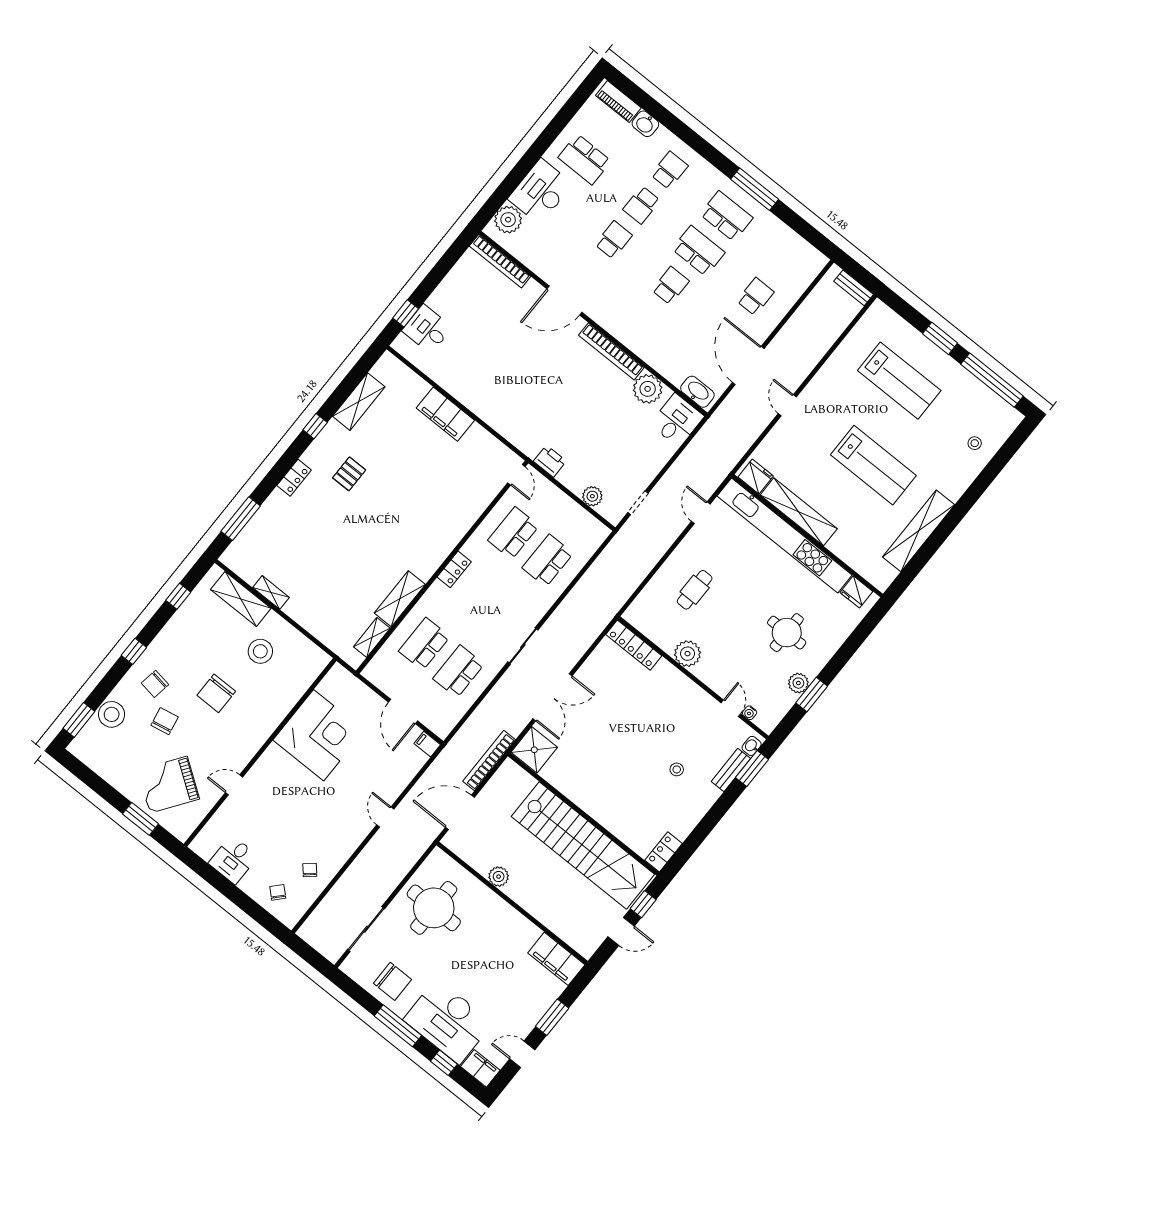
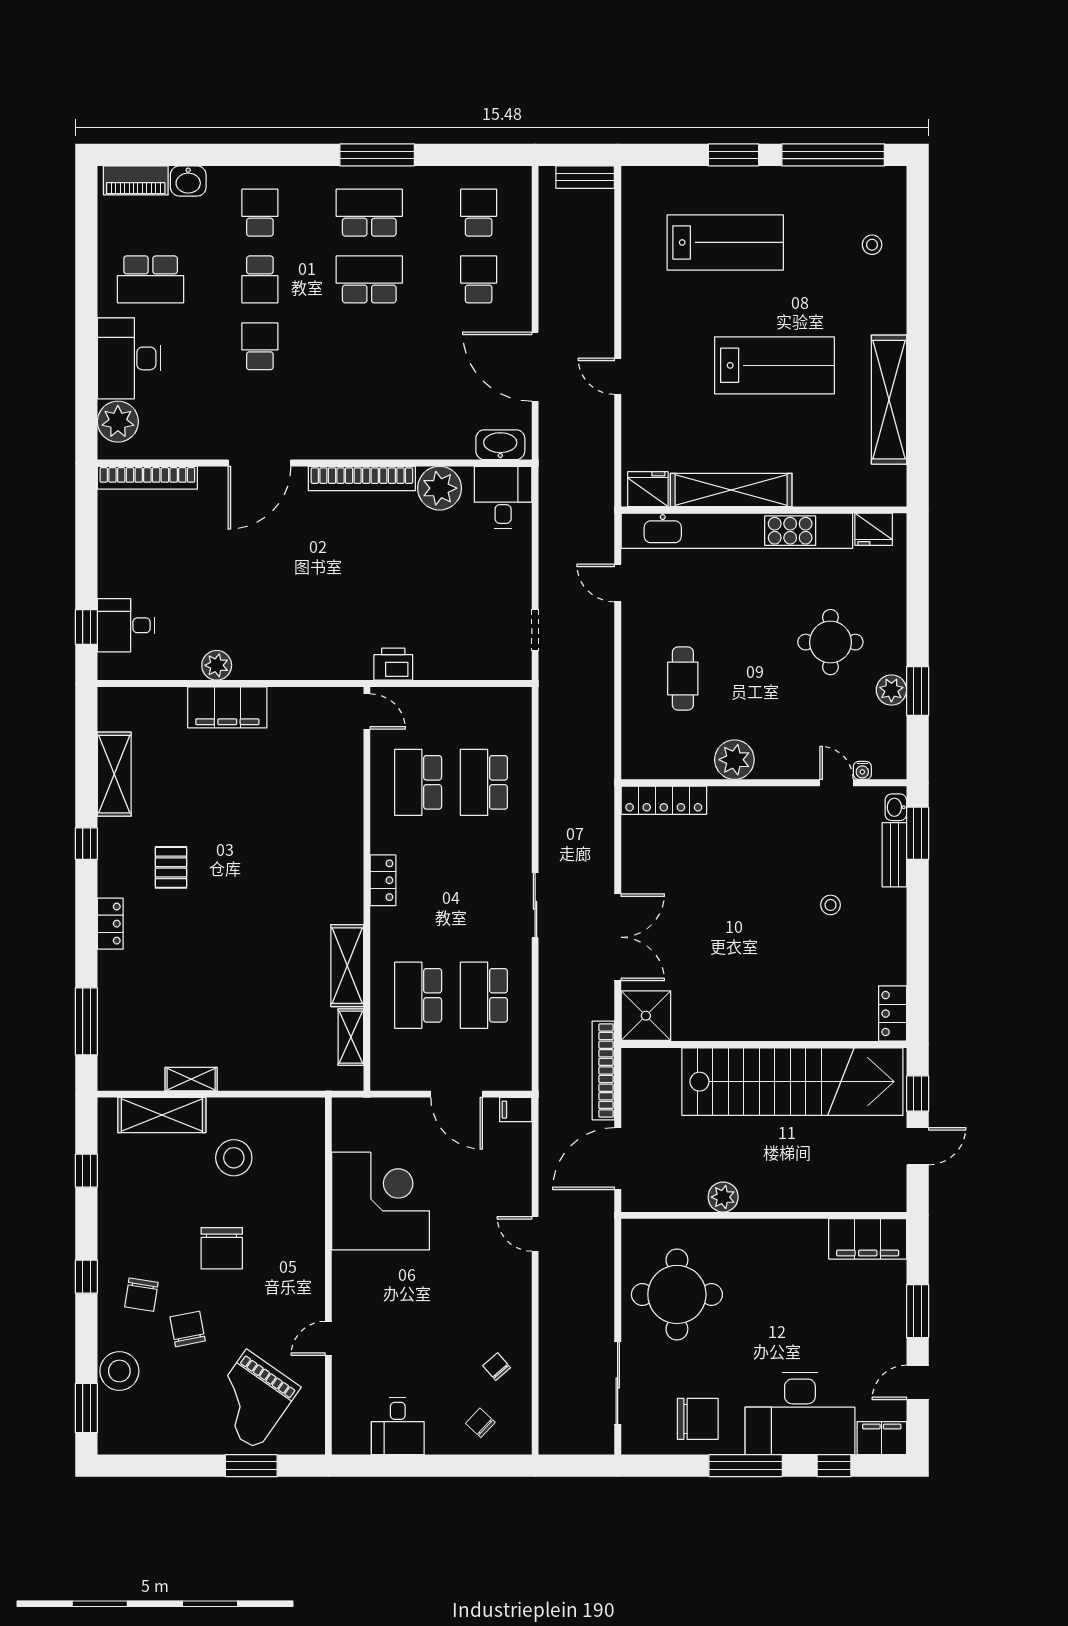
school desk: (670, 286) -> (479, 213), moved
plant: (592, 496) -> (217, 665), moved

